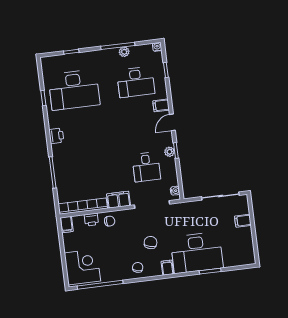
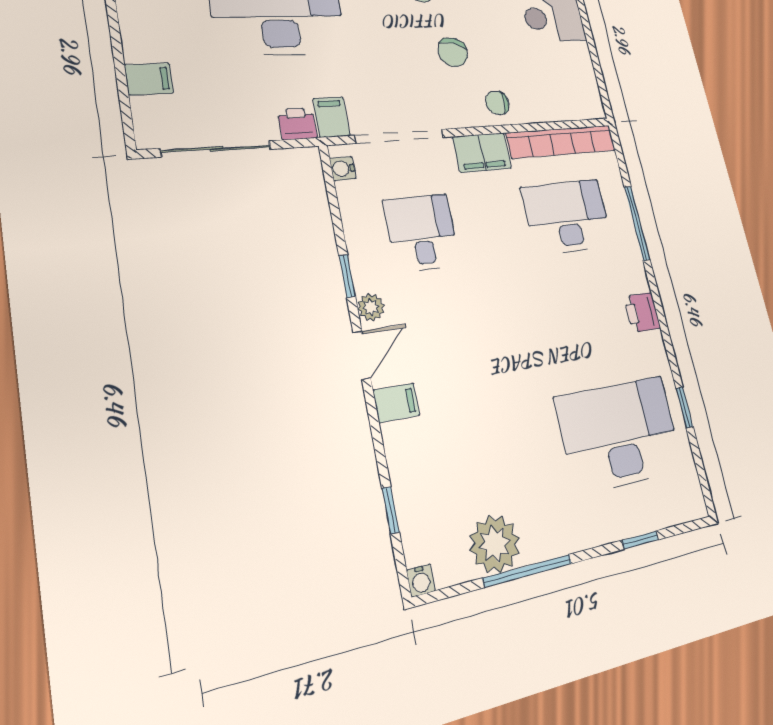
plant: (124, 52) -> (495, 544), width x1.87, depth x1.87
desk: (136, 82) -> (567, 217), moved
plant: (169, 152) -> (371, 307), moved
printer: (91, 220) -> (297, 124), moved
filing cabinet: (67, 225) -> (332, 117), moved
chair: (151, 243) -> (453, 52), moved

